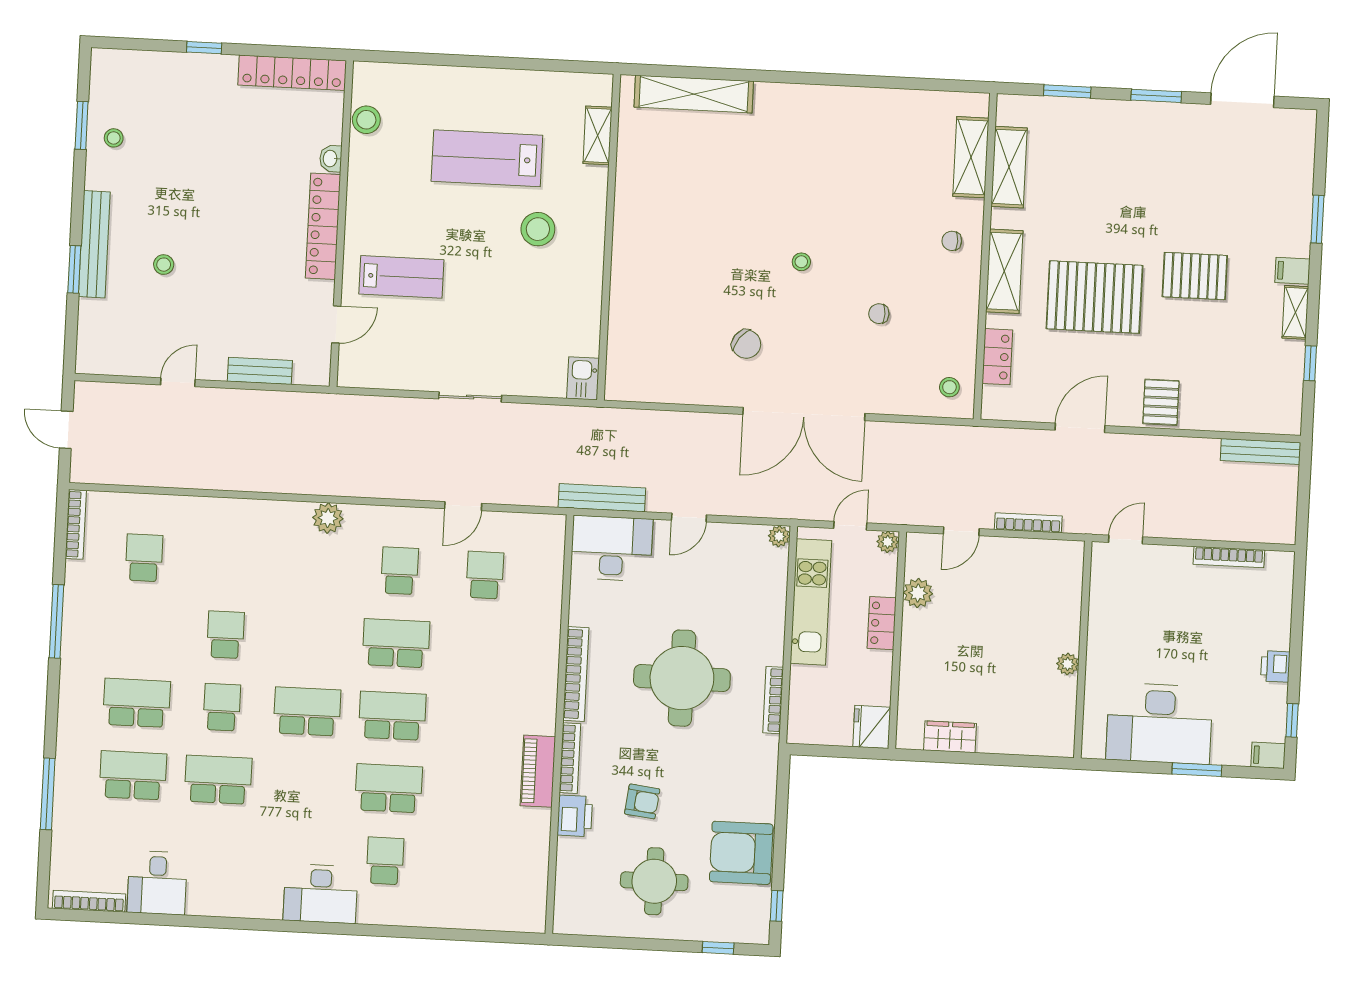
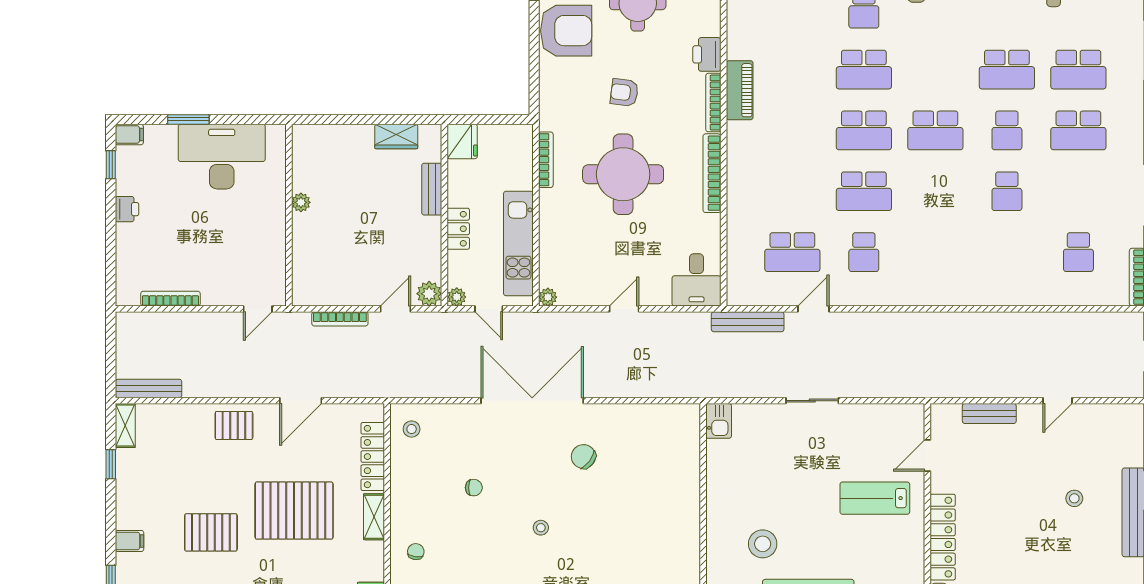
chair: (952, 241) -> (416, 552), turned -82
shelving: (1004, 271) -> (374, 517), width x0.67, depth x0.75
shelving: (1295, 312) -> (125, 425), moved
locker: (997, 357) -> (373, 457), width x1.53
pallet: (1161, 402) -> (234, 425), turned 90
bench: (602, 498) -> (748, 322), moved
plant: (328, 518) -> (926, 293), removed
door: (850, 526) -> (489, 309), hinge flipped
desk: (612, 548) -> (697, 280), width x0.73
school desk: (485, 575) -> (792, 252), width x1.85
plant: (918, 593) -> (429, 294), moved
bench: (911, 672) -> (432, 189), added
armchair: (642, 801) -> (624, 92), moved

